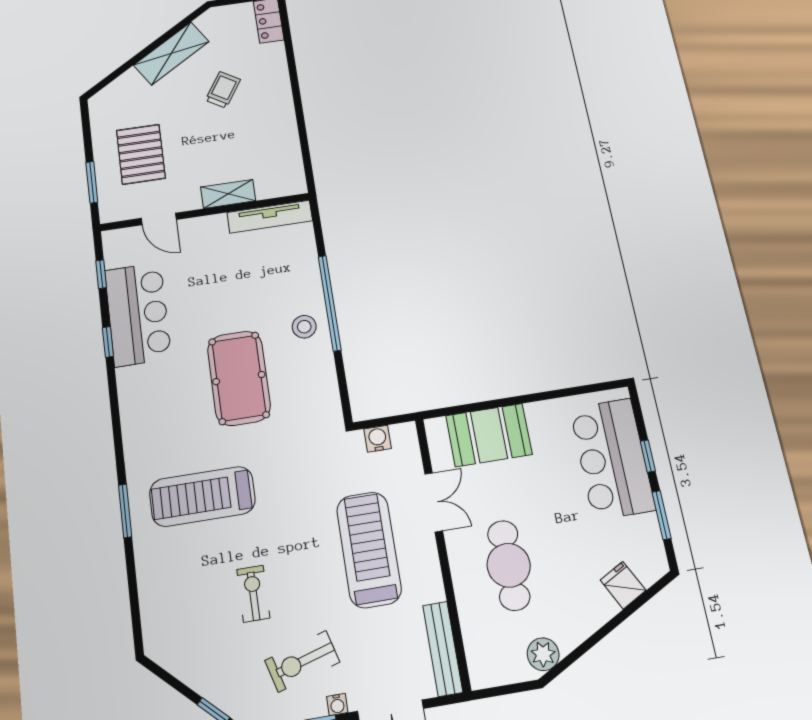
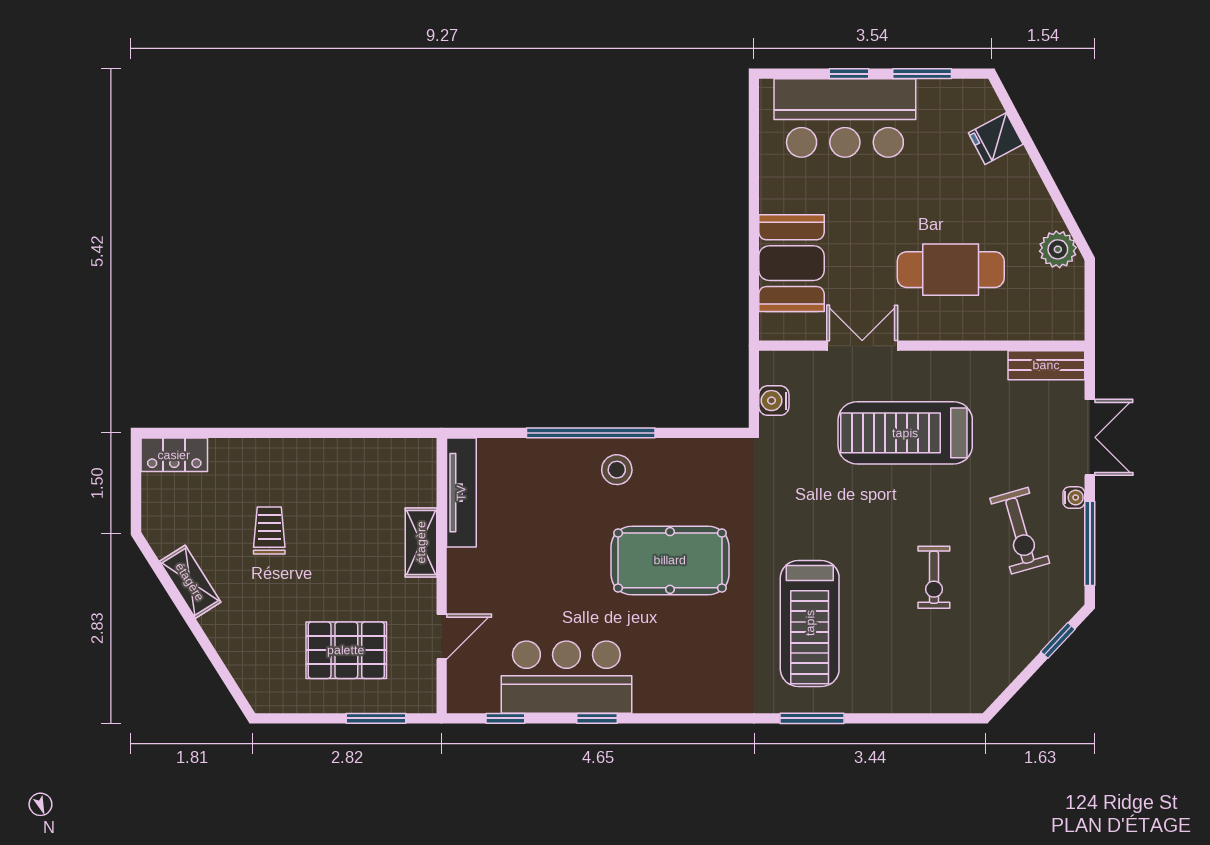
shelving: (171, 53) -> (190, 582), width x0.67, depth x0.75
trolley: (223, 90) -> (269, 530), turned 58
exercise bike: (253, 594) -> (934, 577), turned -90
bench: (443, 649) -> (1046, 365), width x0.73

